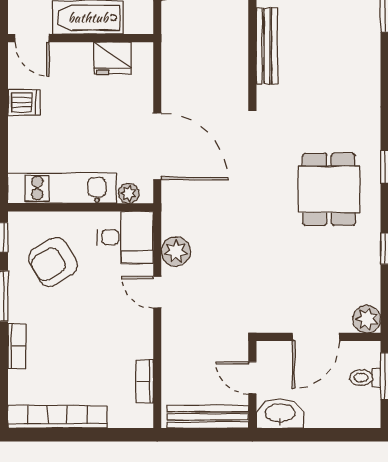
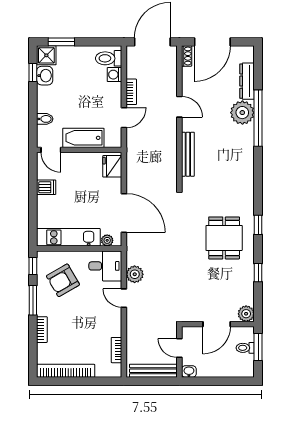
fridge: (112, 58) -> (112, 166), moved, turned 90
washbasin: (280, 414) -> (189, 372), width x0.52, depth x0.69

